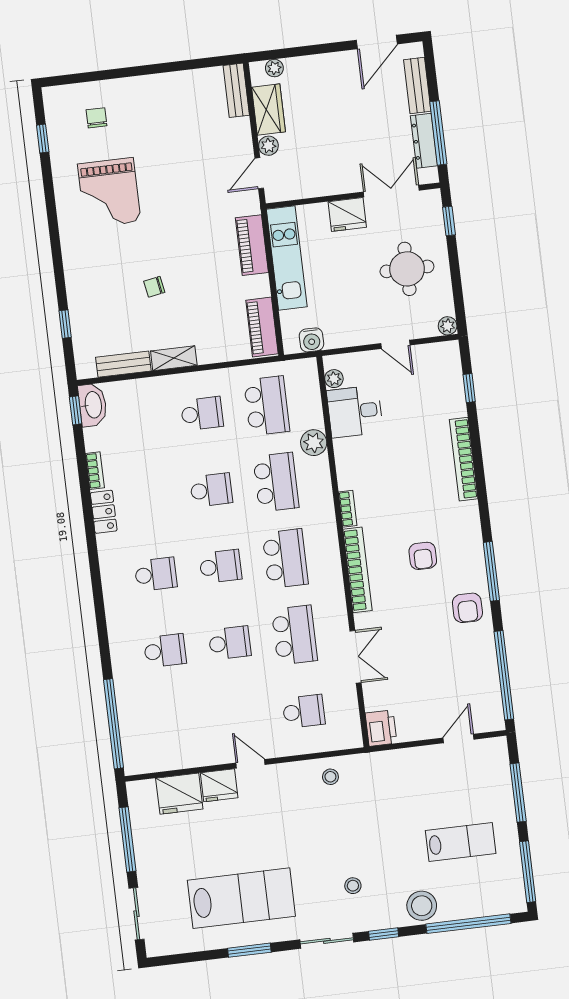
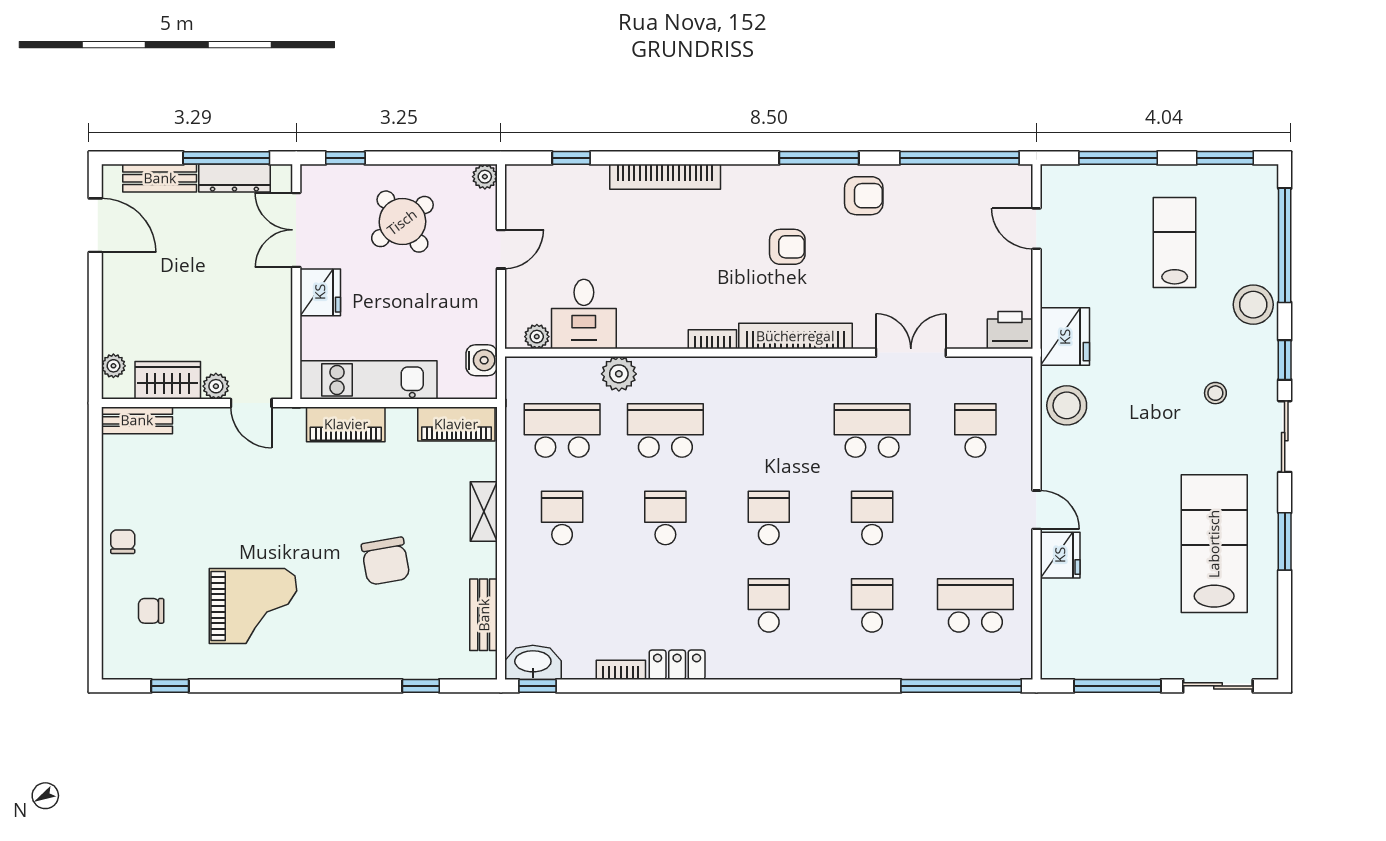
chair: (145, 91) -> (123, 542), added
round table: (407, 269) -> (402, 222), turned -37
chair: (154, 287) -> (386, 561), width x1.87, depth x1.87
shelving: (174, 358) -> (484, 512), moved
school desk: (285, 559) -> (975, 605), moved
door: (250, 764) -> (1036, 510), swing flipped
stool: (330, 777) -> (1067, 405), width x1.89, depth x1.89
fridge: (179, 794) -> (1065, 337), moved
window: (528, 872) -> (1225, 158), width x0.69

